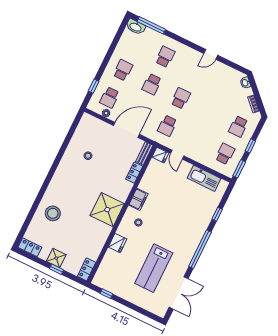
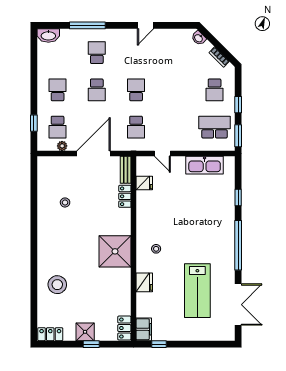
window: (151, 25) -> (87, 25), moved
school desk: (225, 154) -> (215, 127), width x1.85
fridge: (160, 155) -> (144, 183), moved
filing cabinet: (138, 199) -> (144, 329), moved

